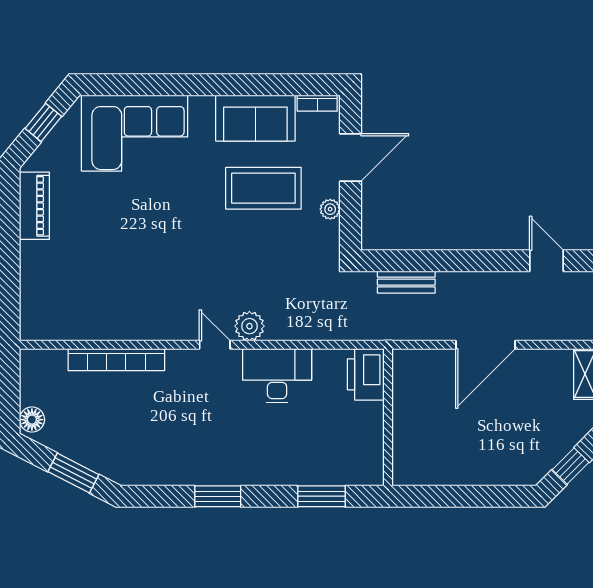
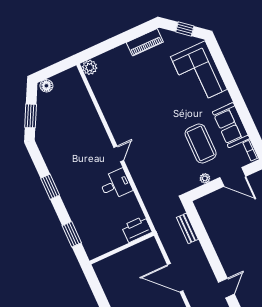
plant: (249, 326) -> (90, 67), moved
bookcase: (116, 360) -> (91, 112), removed
desk: (277, 376) -> (116, 185), width x0.73

